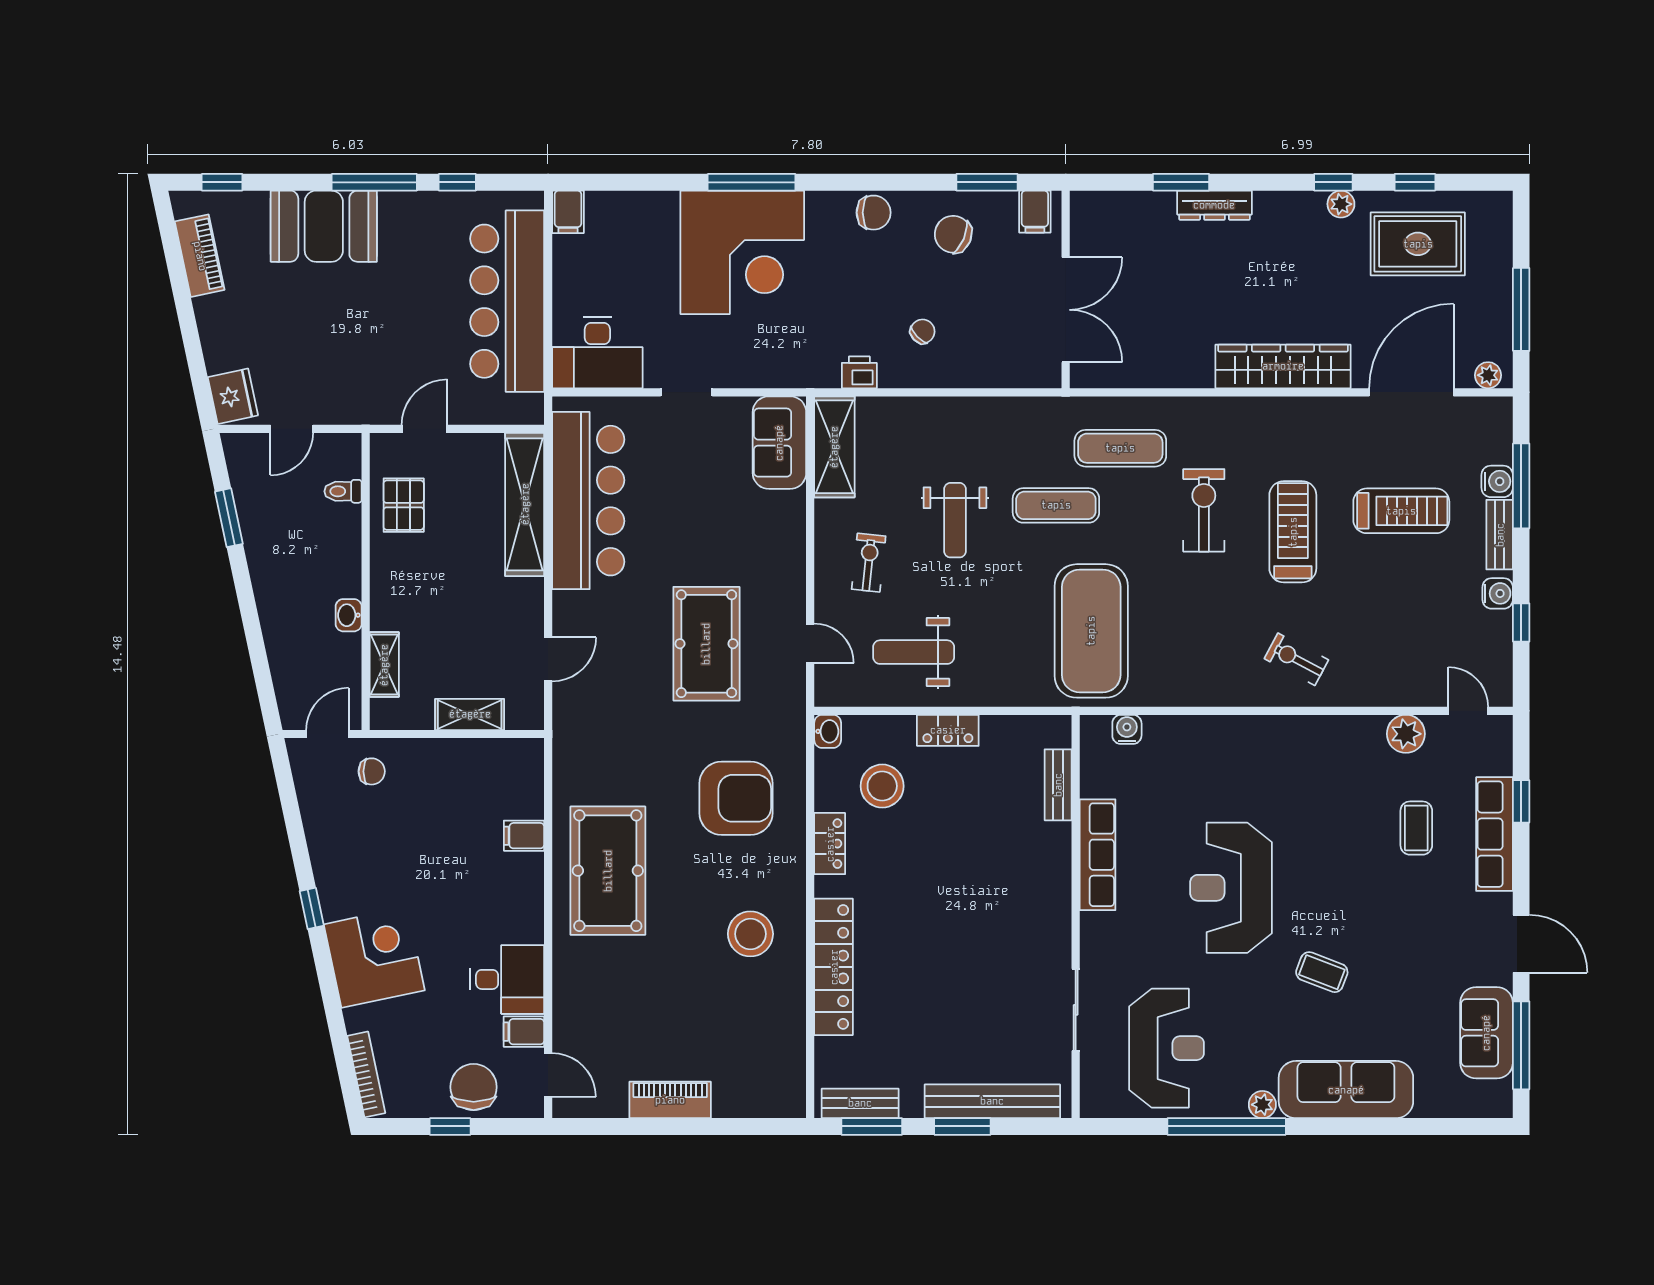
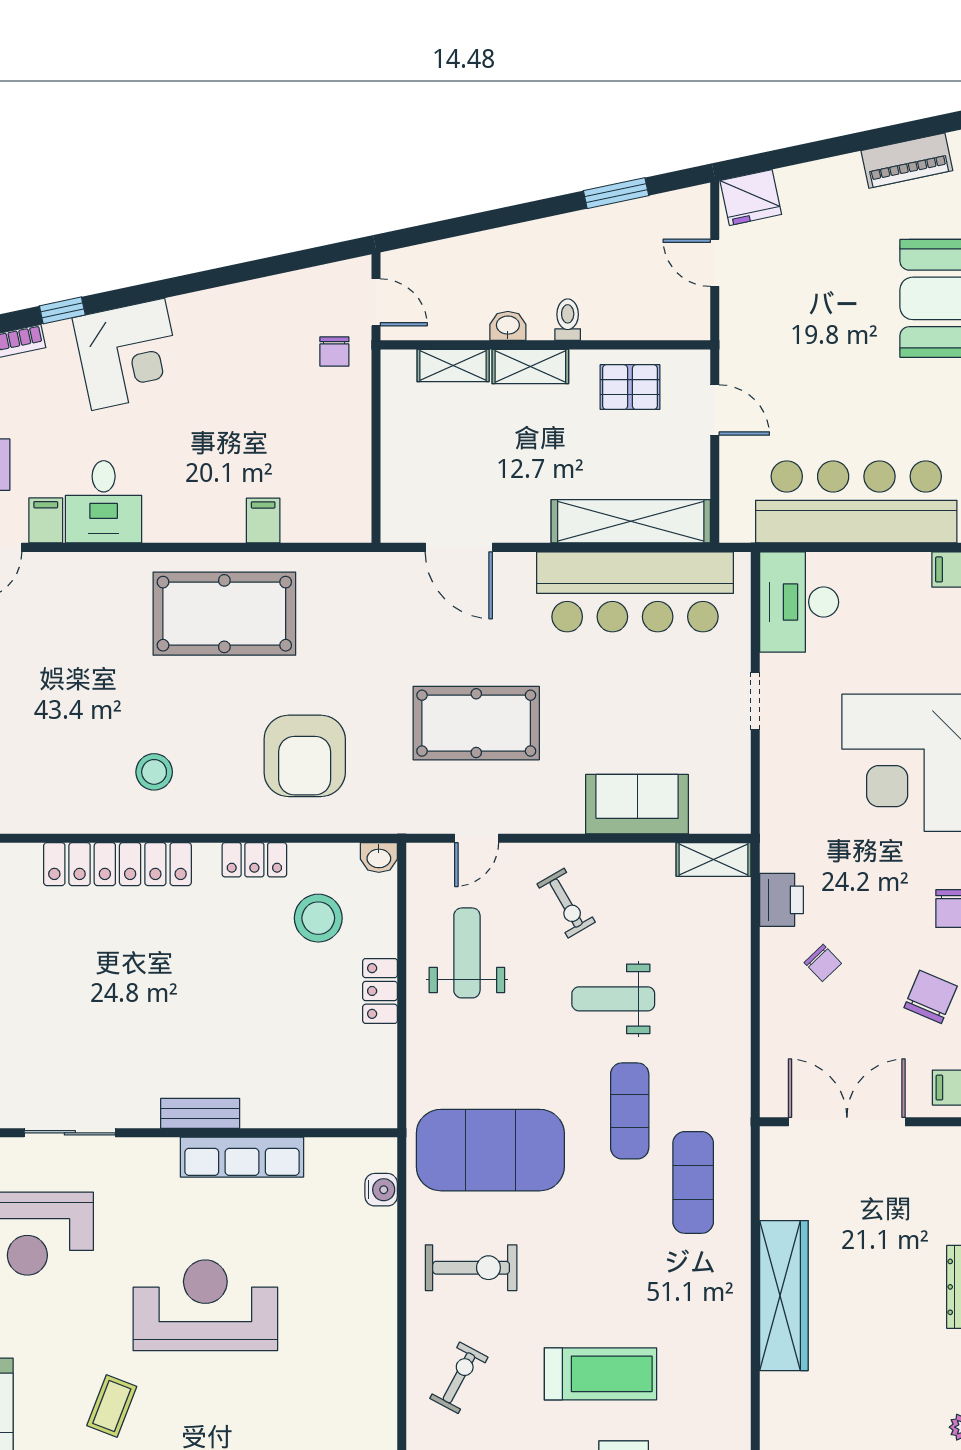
double door: (1066, 310) -> (847, 1122), swing flipped
wardrobe: (1283, 366) -> (784, 1296), moved
printer: (859, 372) -> (782, 900), width x1.36, depth x1.24
sofa: (779, 443) -> (637, 804), moved
shelving: (834, 447) -> (713, 859), width x0.67, depth x0.75
toilet: (343, 491) -> (568, 320), moved
exercise bike: (1204, 510) -> (471, 1268), moved
exercise bike: (869, 563) -> (566, 903), turned 54
door: (548, 659) -> (459, 547), width x1.38
shelving: (470, 714) -> (530, 367), moved, turned 90
bench: (1058, 785) -> (200, 1113), moved
window: (312, 908) -> (62, 310), moved
stool: (750, 934) -> (154, 772), width x0.73, depth x0.73

